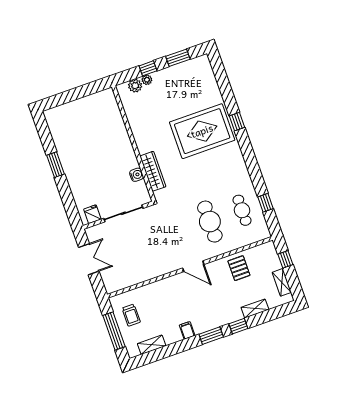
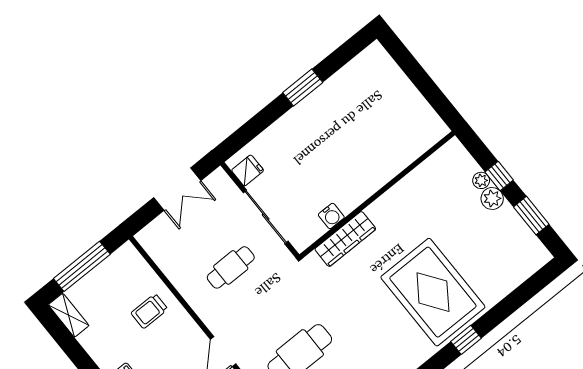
plant: (135, 86) -> (492, 199), moved
cafe table: (146, 244) -> (231, 267), added
trolley: (131, 315) -> (149, 311), moved
shelving: (152, 345) -> (69, 315), moved

